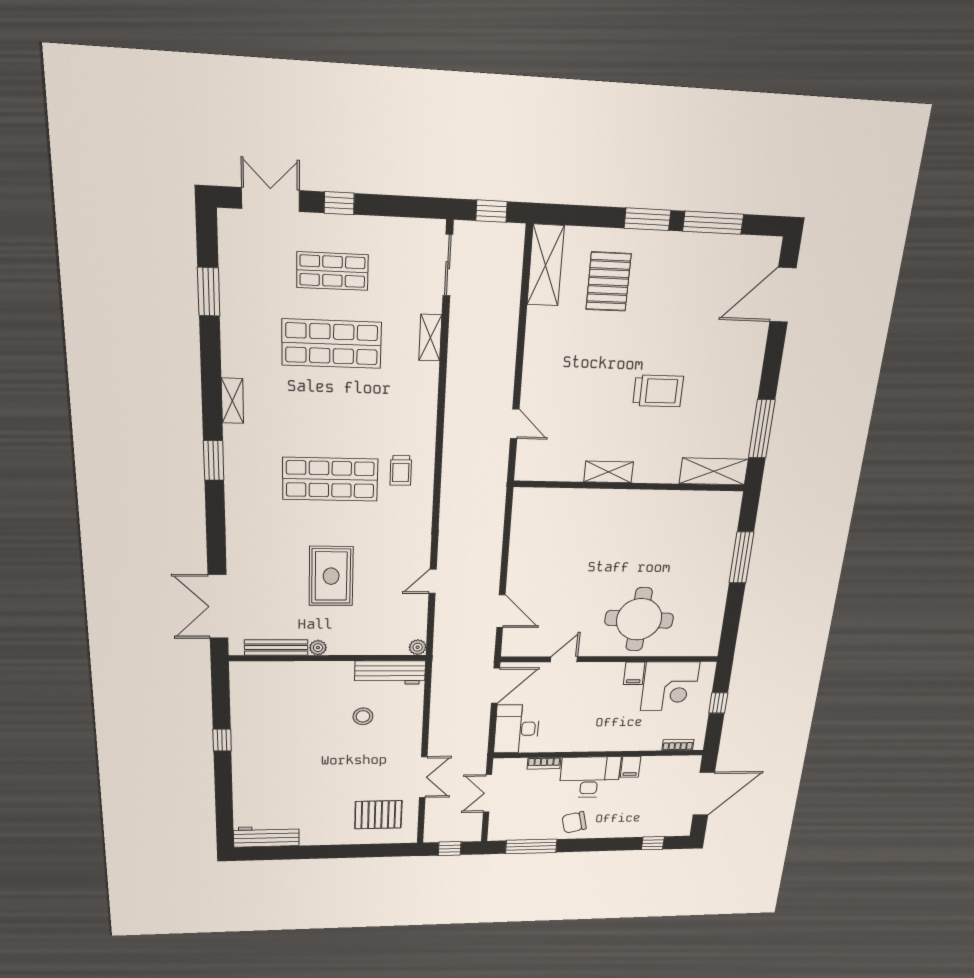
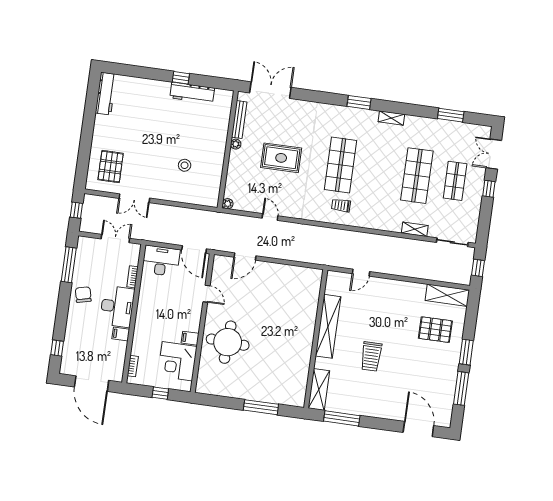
double door: (271, 200) -> (494, 154), swing flipped
shelving: (609, 472) -> (328, 326), width x2.20, depth x1.33
workbench: (390, 673) -> (192, 93), moved, turned -90

